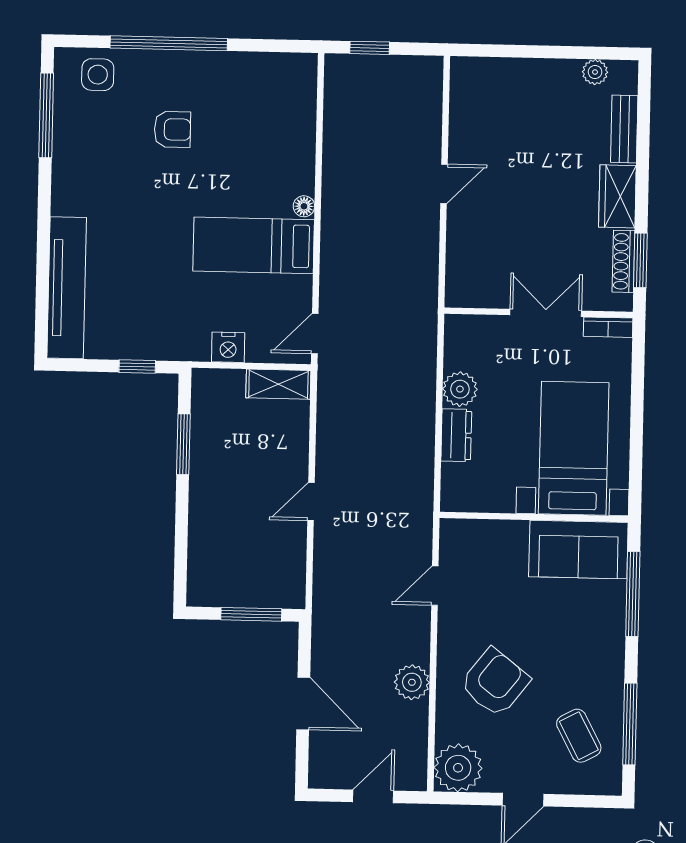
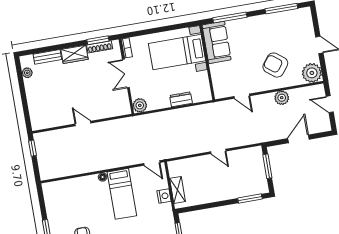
window: (370, 48) -> (32, 148), moved
shelving: (278, 384) -> (177, 190), moved
plant: (460, 389) -> (140, 105), moved
window: (183, 444) -> (250, 198), moved
coffee table: (579, 736) -> (290, 28), removed

